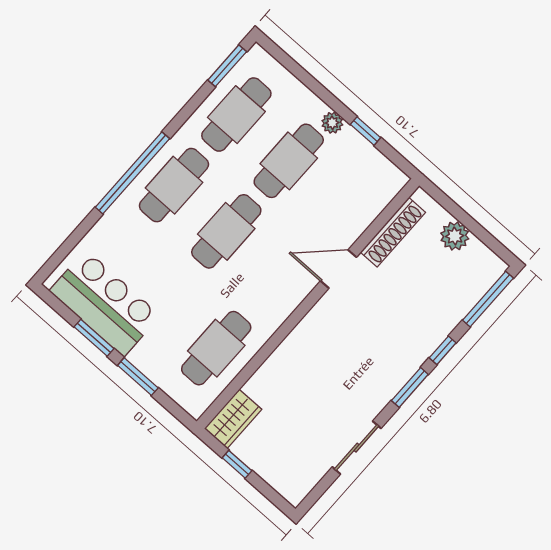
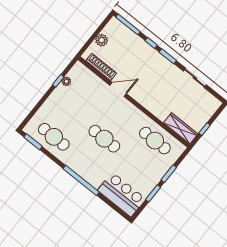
plant: (332, 123) -> (66, 81), moved
cafe table: (289, 161) -> (73, 113), removed
cafe table: (174, 185) -> (86, 162), removed
door: (339, 269) -> (118, 89), swing flipped
bar counter: (105, 303) -> (122, 195), moved, turned 90
wardrobe: (233, 419) -> (181, 128), width x1.50

